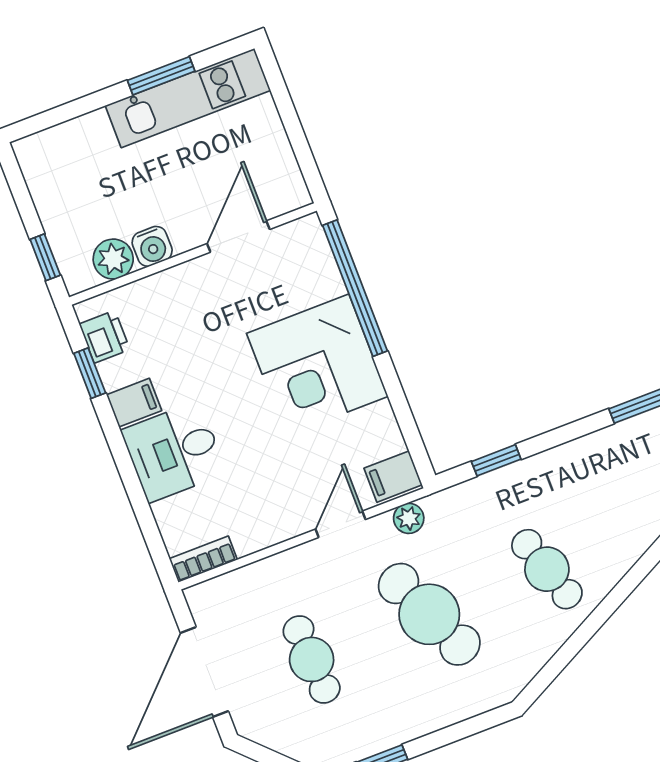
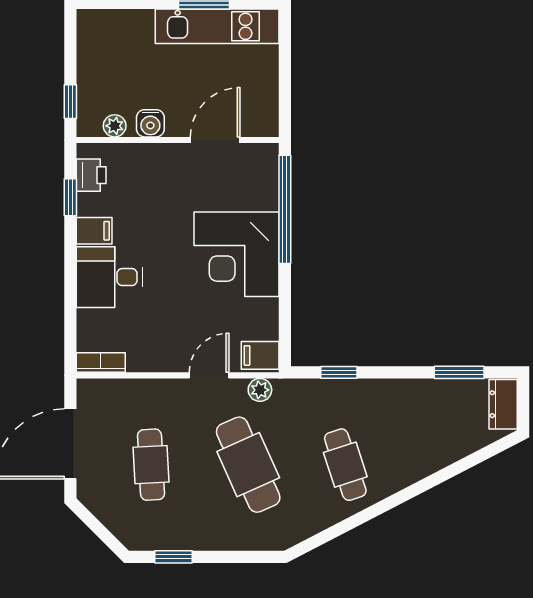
plant: (113, 259) -> (115, 126), width x0.73, depth x0.73

